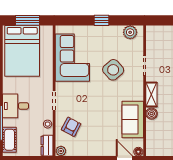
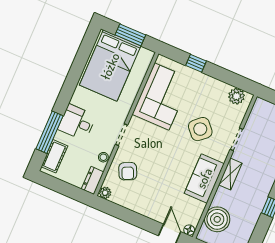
window: (101, 20) -> (196, 63), moved
boiler: (152, 114) -> (217, 219), moved, width x1.86, depth x1.86
sofa: (133, 119) -> (204, 178), moved
armchair: (71, 127) -> (128, 171), turned 127

